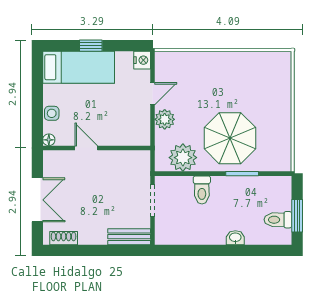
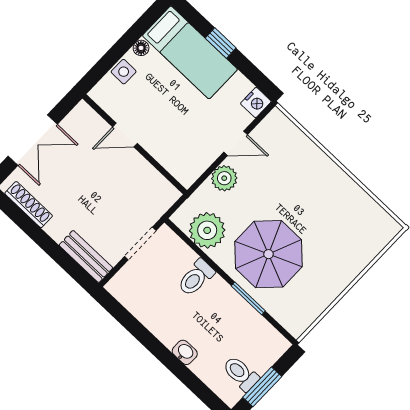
floor lamp: (49, 140) -> (141, 48), moved
door: (86, 148) -> (125, 135), swing flipped
shoe rack: (64, 238) -> (29, 205), width x1.43

